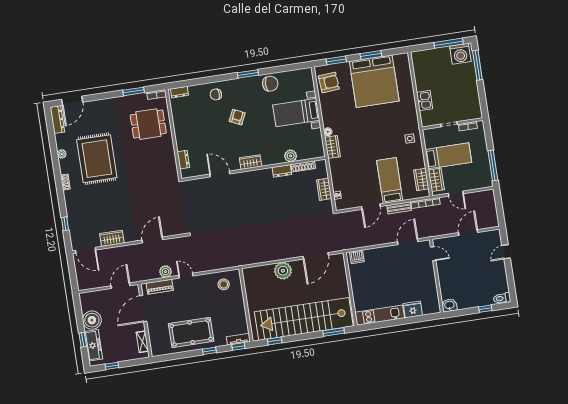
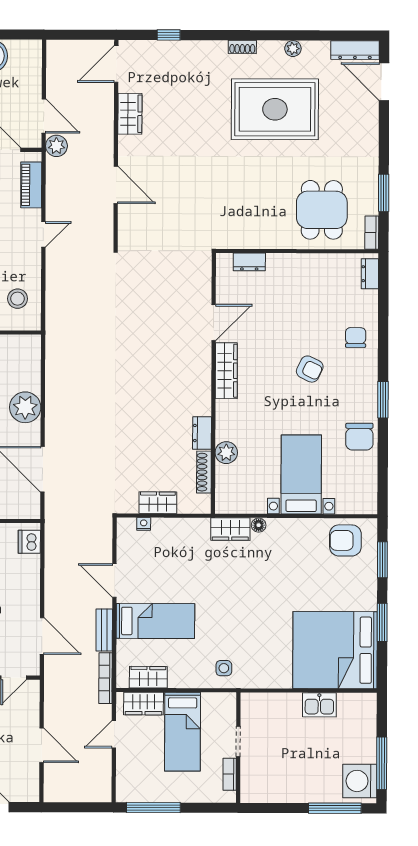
bed: (374, 81) -> (335, 650), moved
armchair: (329, 82) -> (345, 540), turned 94
kitchen sink: (425, 101) -> (319, 705), moved
wardrobe: (251, 162) -> (226, 371), width x1.50
plant: (165, 272) -> (56, 146), moved

